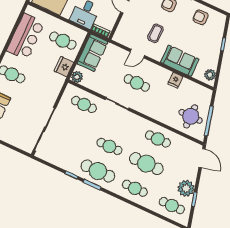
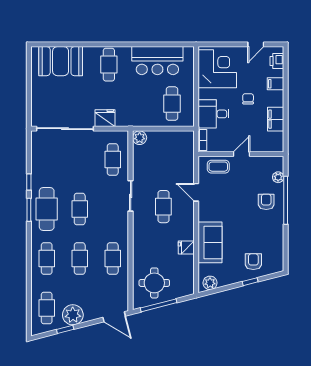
armchair: (201, 17) -> (253, 262), moved
coffee table: (155, 33) -> (218, 167), moved
sofa: (92, 53) -> (174, 142), removed
fridge: (64, 67) -> (105, 118), moved
door: (202, 158) -> (114, 317), hinge flipped
cafe table: (146, 164) -> (80, 259), width x0.73, depth x0.74

